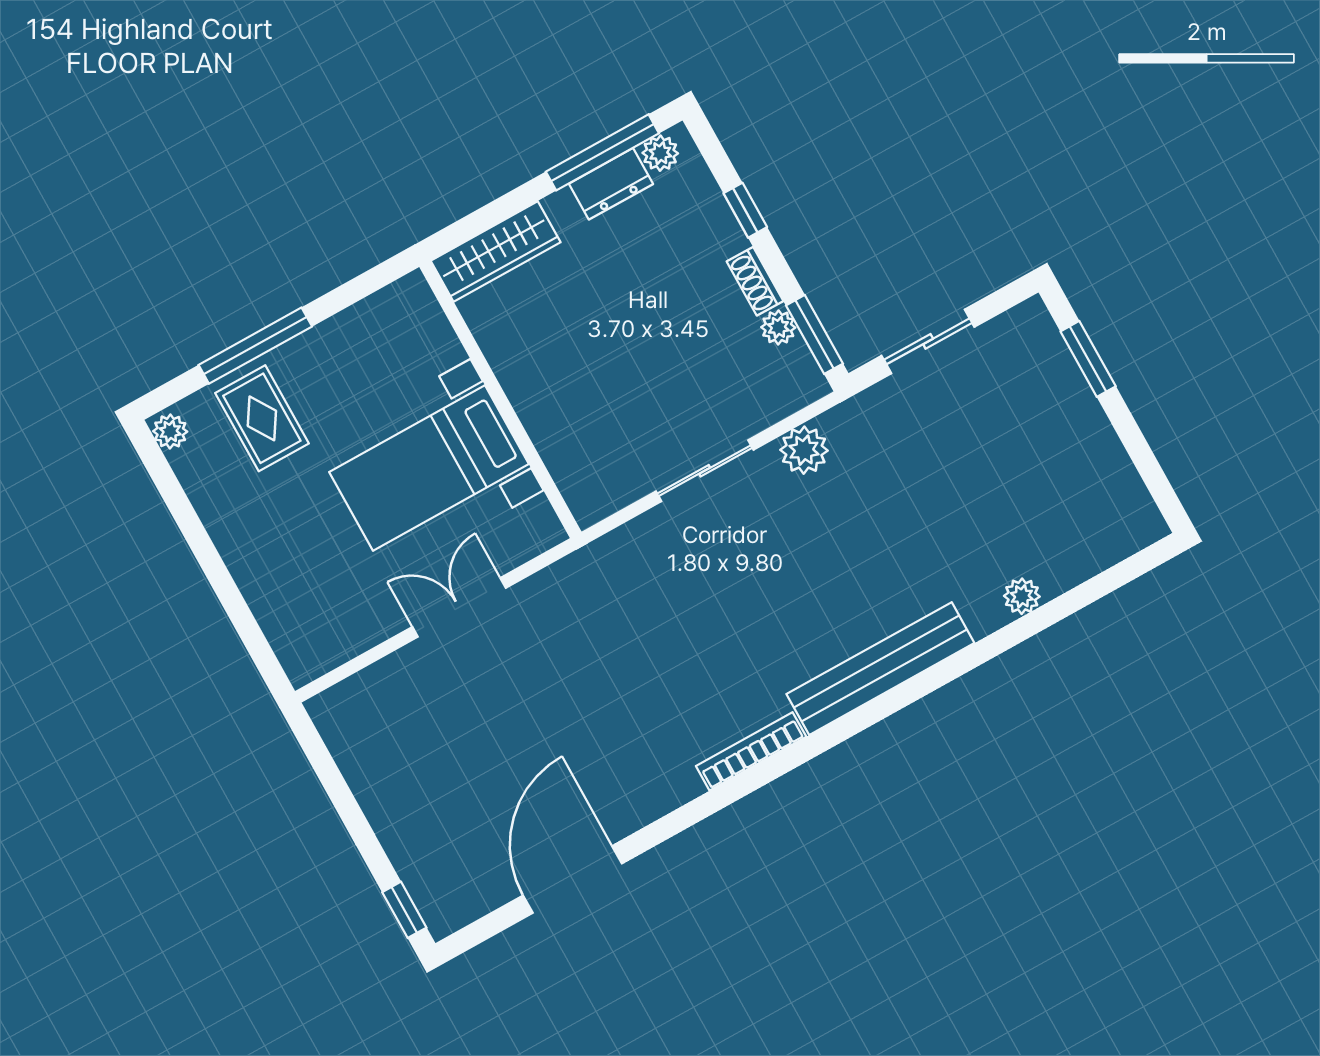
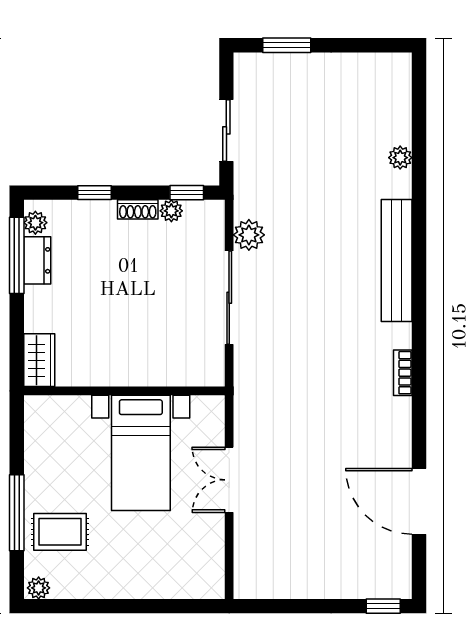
wardrobe: (496, 251) -> (39, 360), width x0.67
window: (814, 335) -> (187, 193), width x0.67
sliding door: (705, 471) -> (229, 298), width x1.37
bookcase: (751, 751) -> (403, 373), width x0.64

